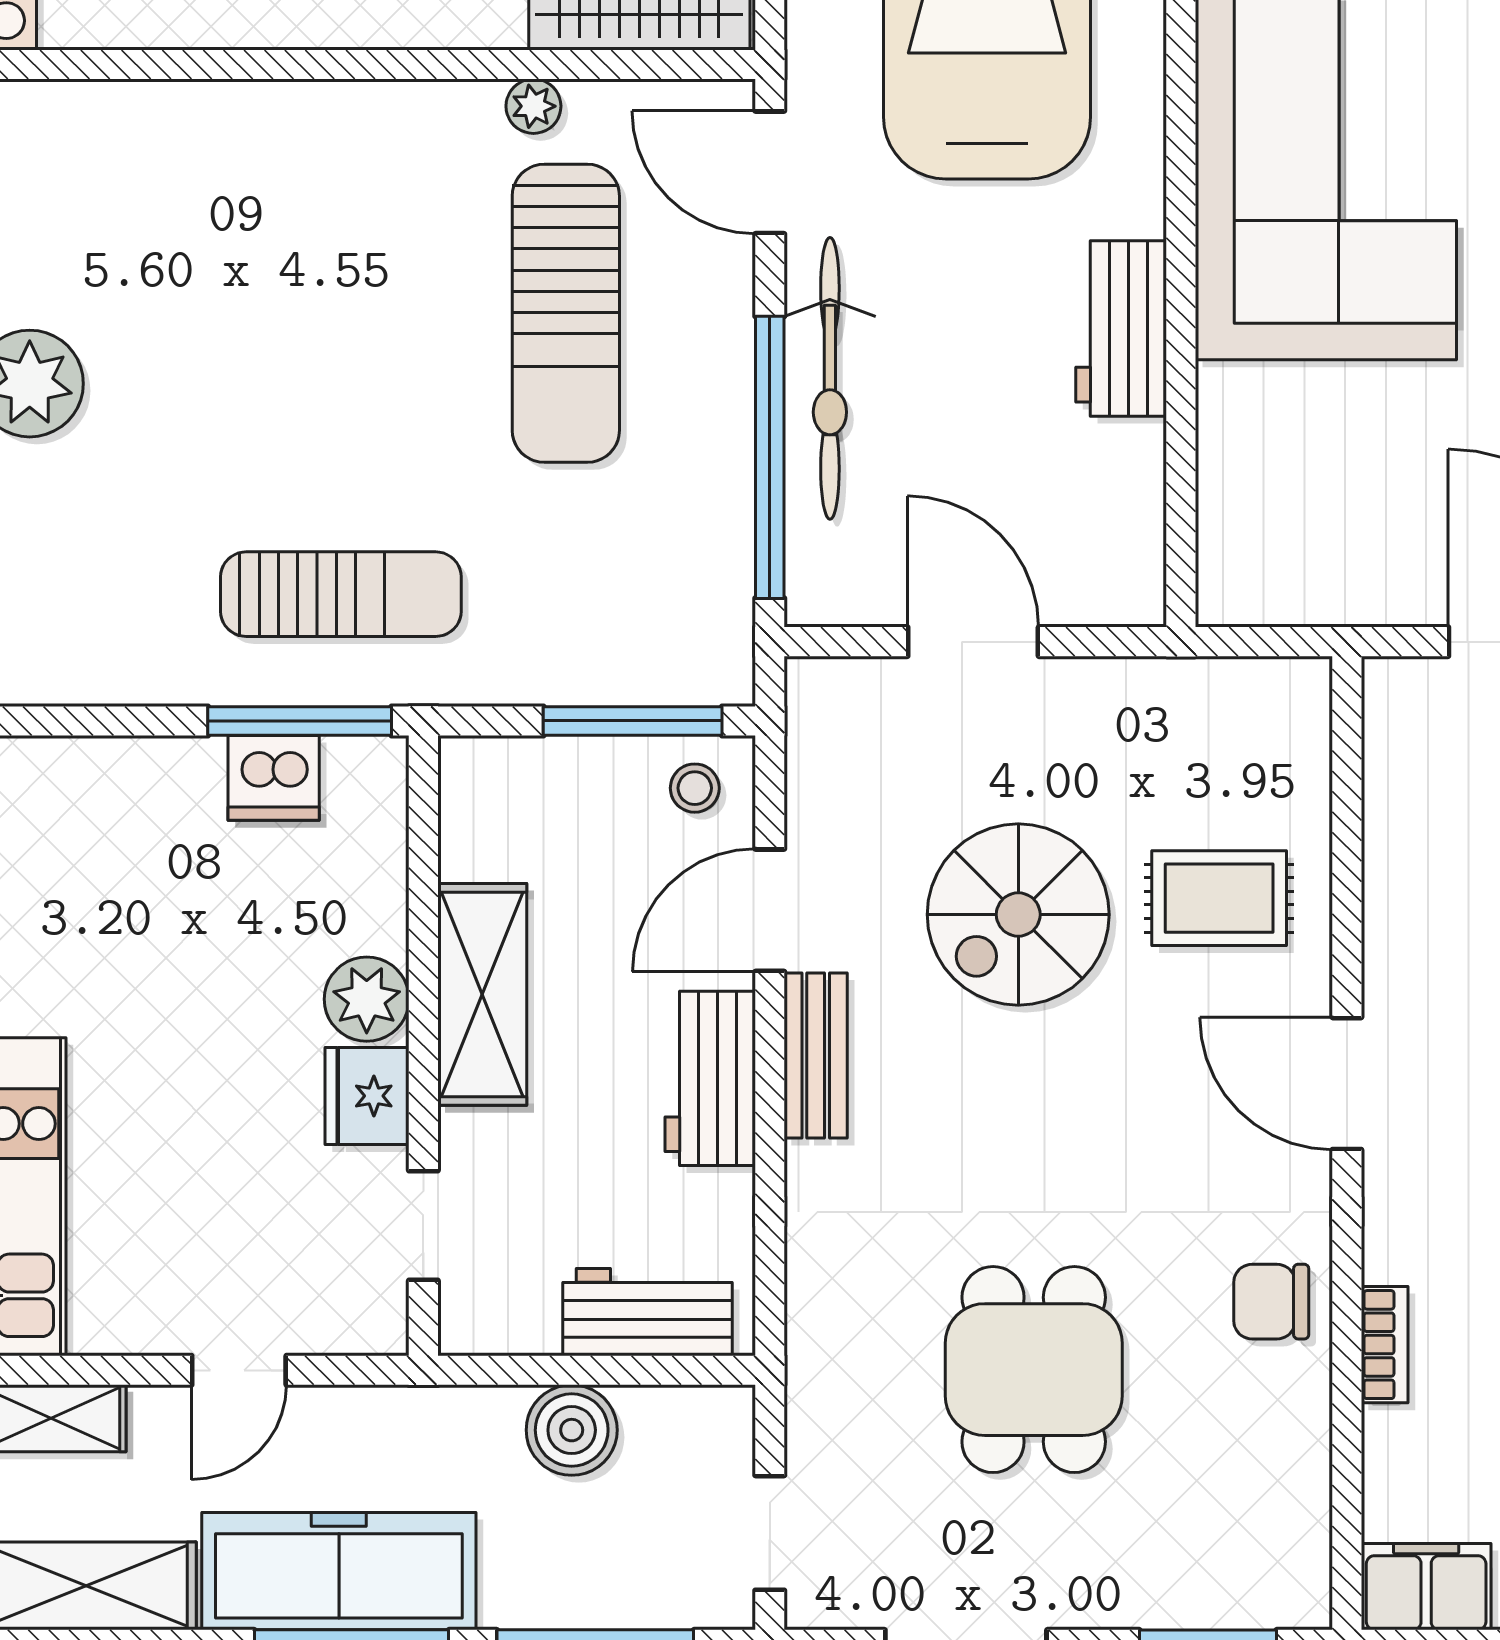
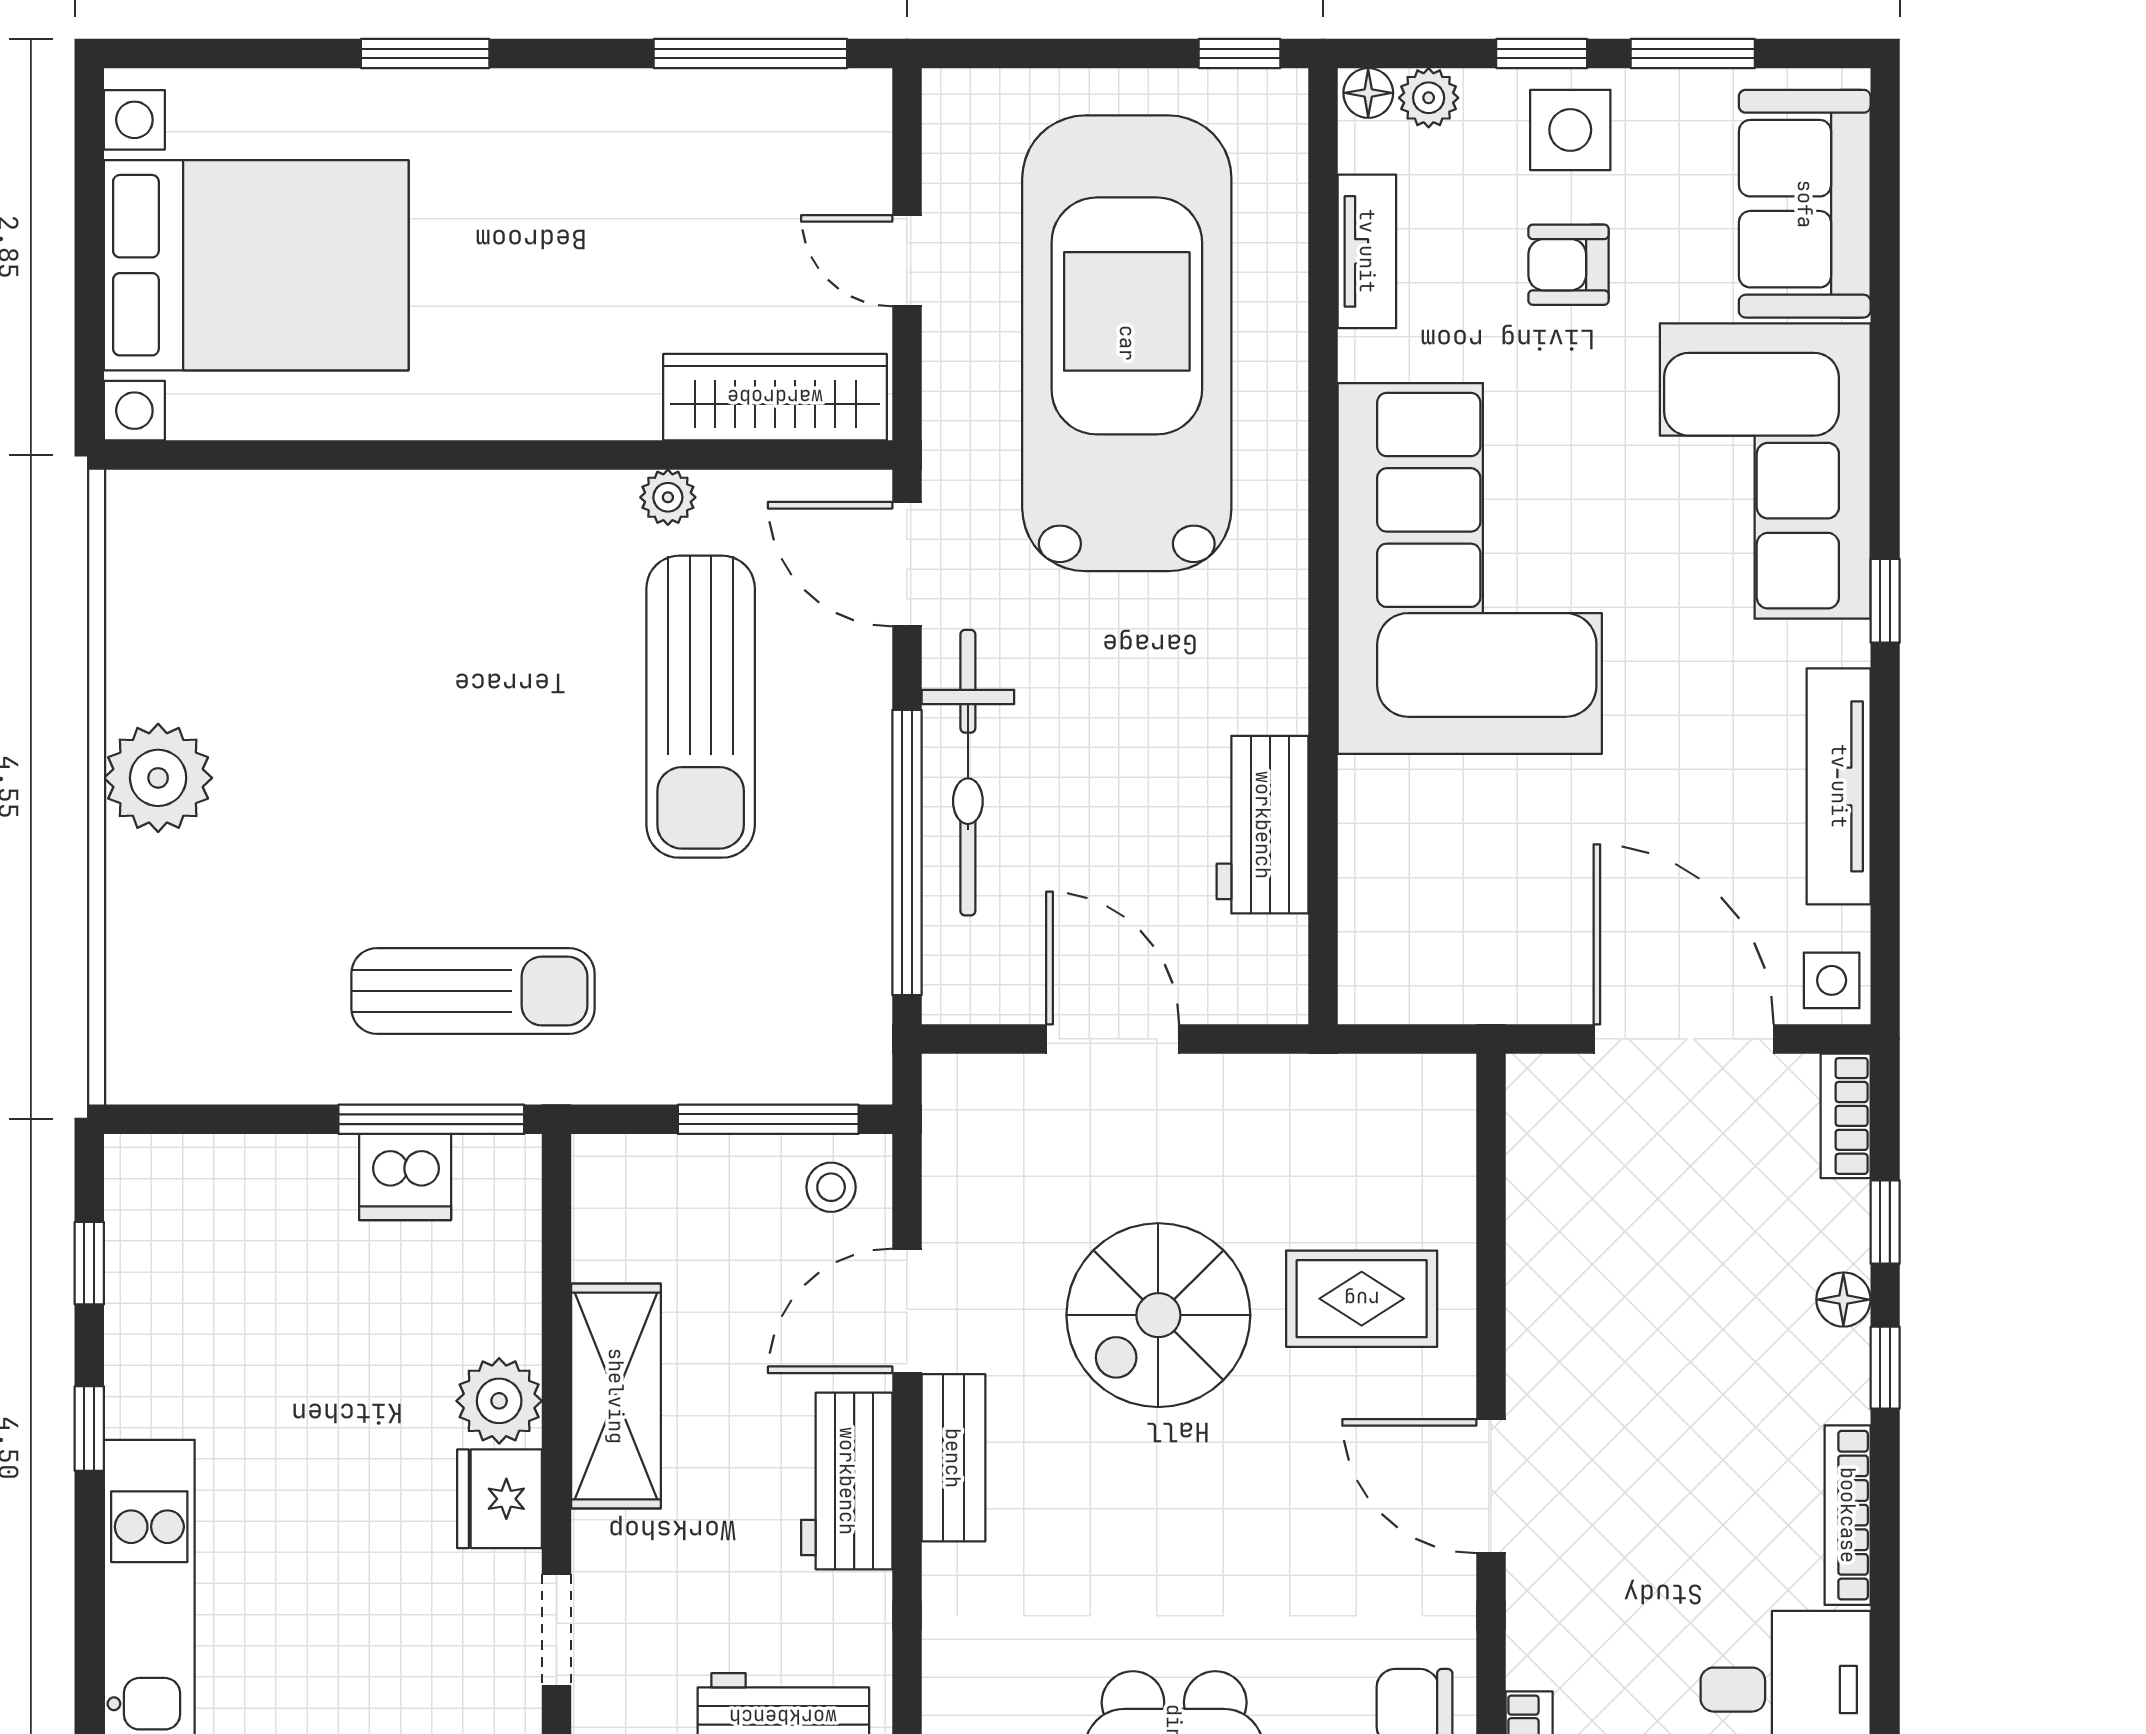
workbench: (1121, 328) -> (1263, 825), moved

